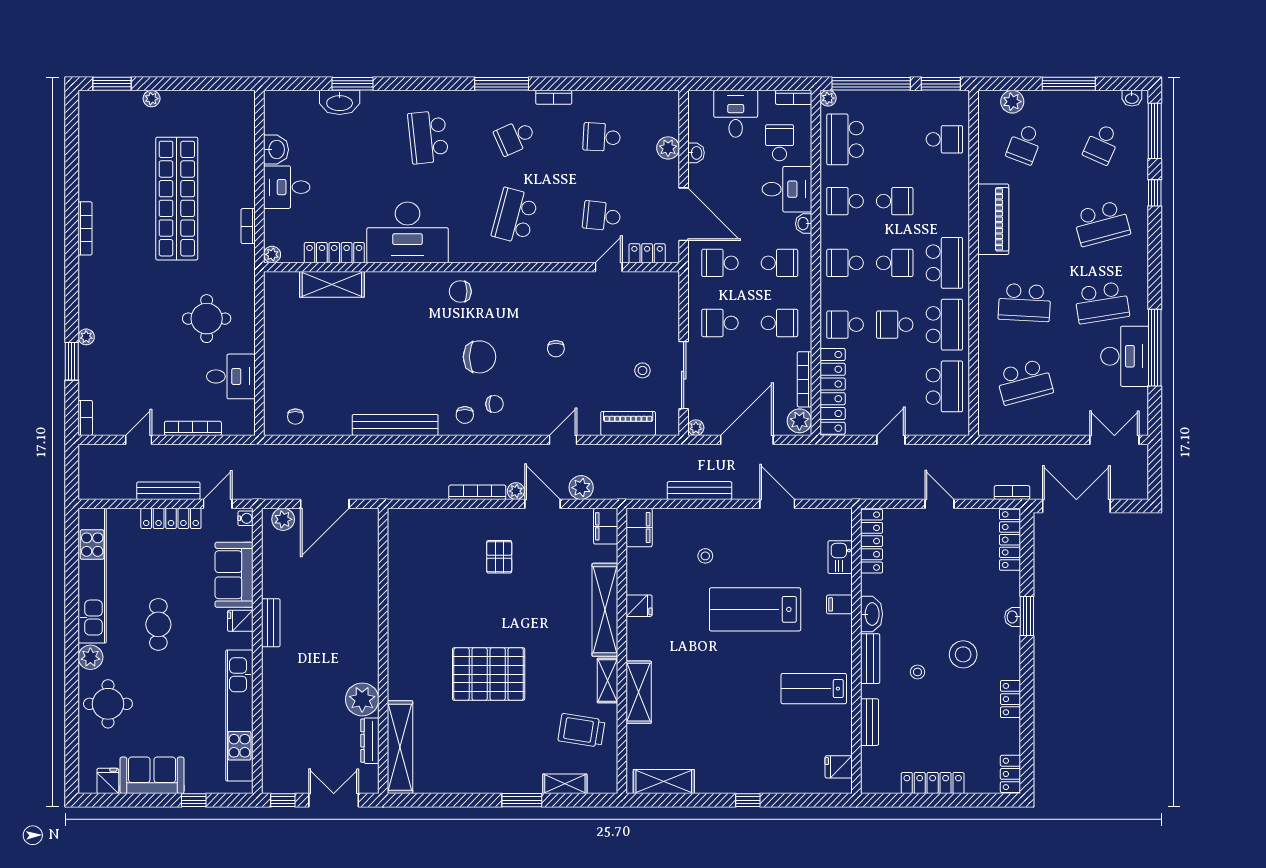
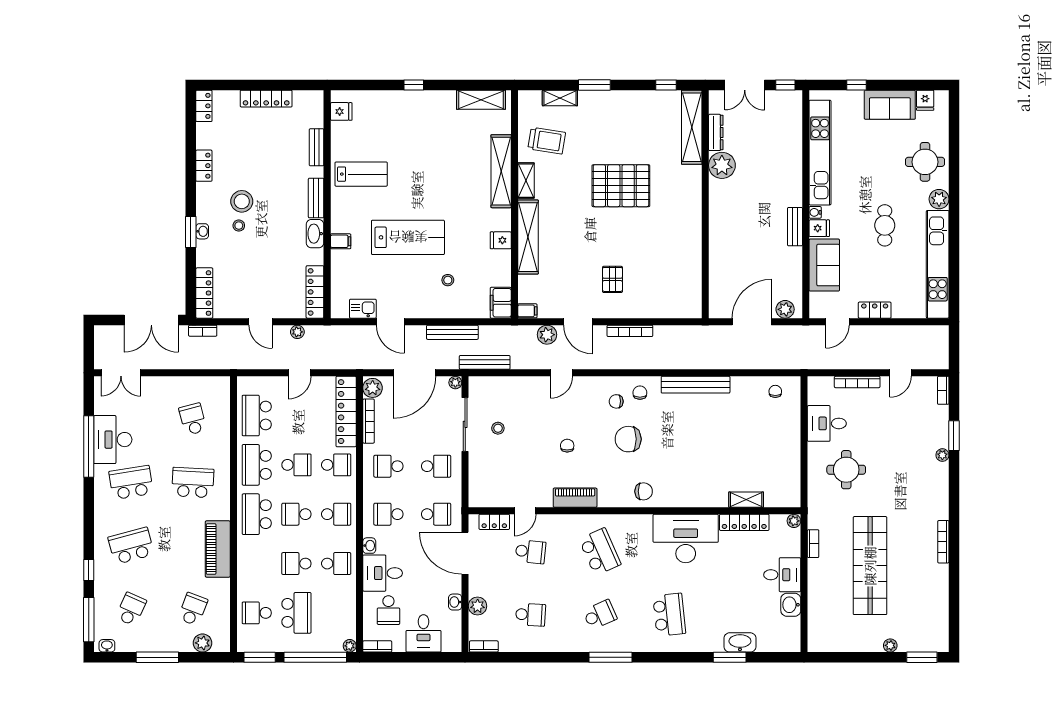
bookcase: (554, 97) -> (484, 646), moved
school desk: (845, 139) -> (296, 613), moved
school desk: (515, 216) -> (600, 552), turned -39
shelving: (332, 284) -> (746, 500), width x0.67, depth x0.75
school desk: (1024, 382) -> (193, 419), width x0.54
piano: (628, 423) -> (575, 498), moved, turned 180
bench: (168, 491) -> (485, 362), moved
plant: (516, 491) -> (297, 332), moved
locker: (171, 518) -> (875, 310), width x0.66
water cooler: (246, 518) -> (815, 212), moved
filing cabinet: (606, 526) -> (527, 311), width x0.50
kitchen sink: (840, 557) -> (363, 309), moved, turned -90
stool: (917, 672) -> (239, 226), moved
shelving: (639, 692) -> (501, 171), width x1.47
window: (432, 800) -> (666, 85), added

